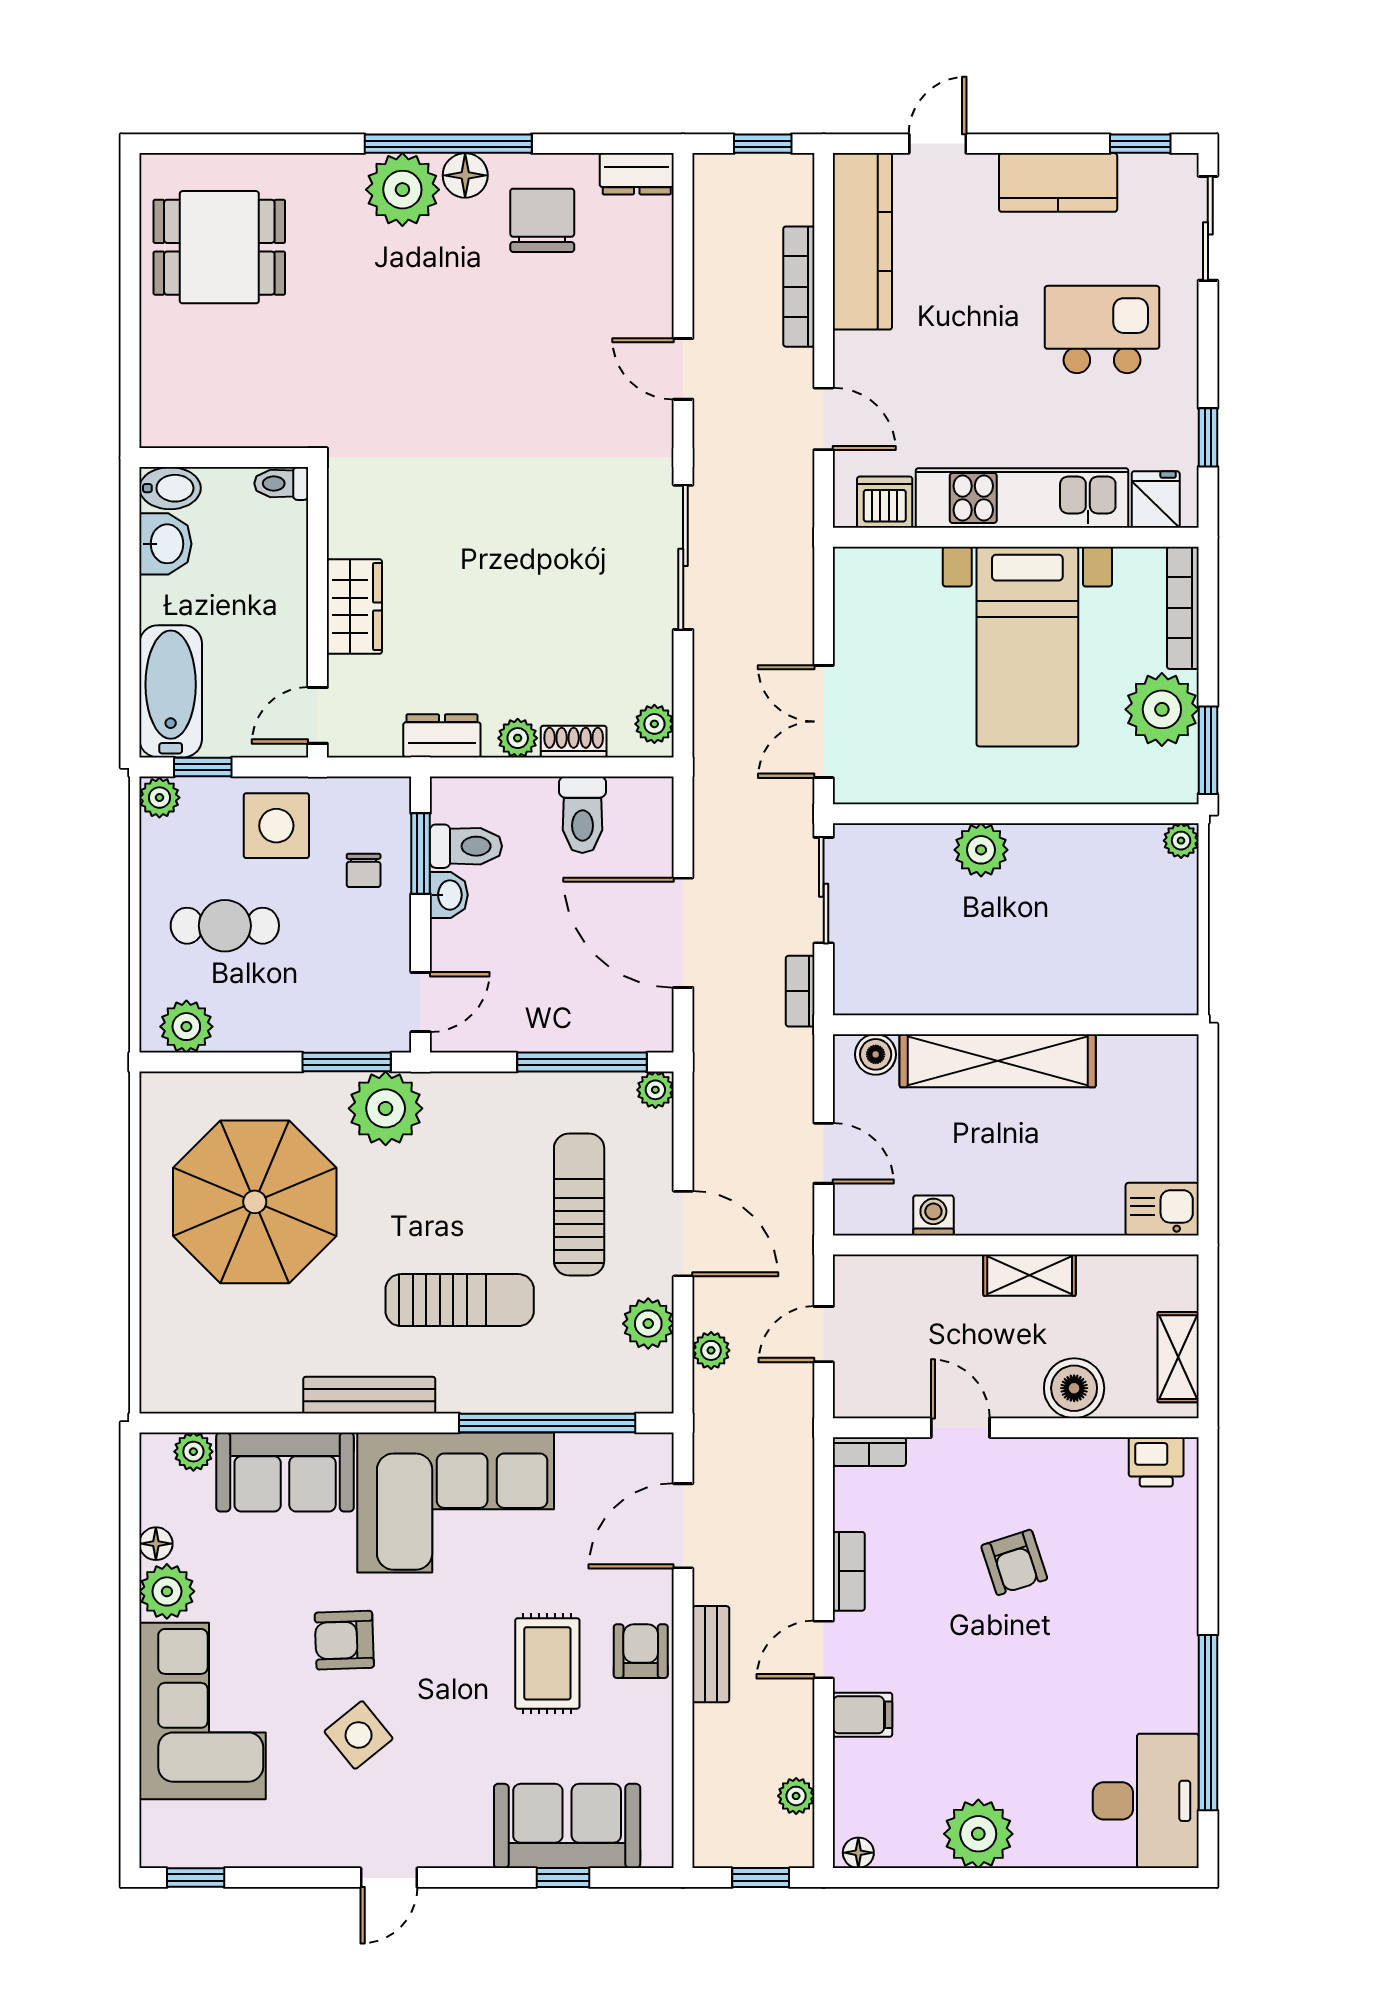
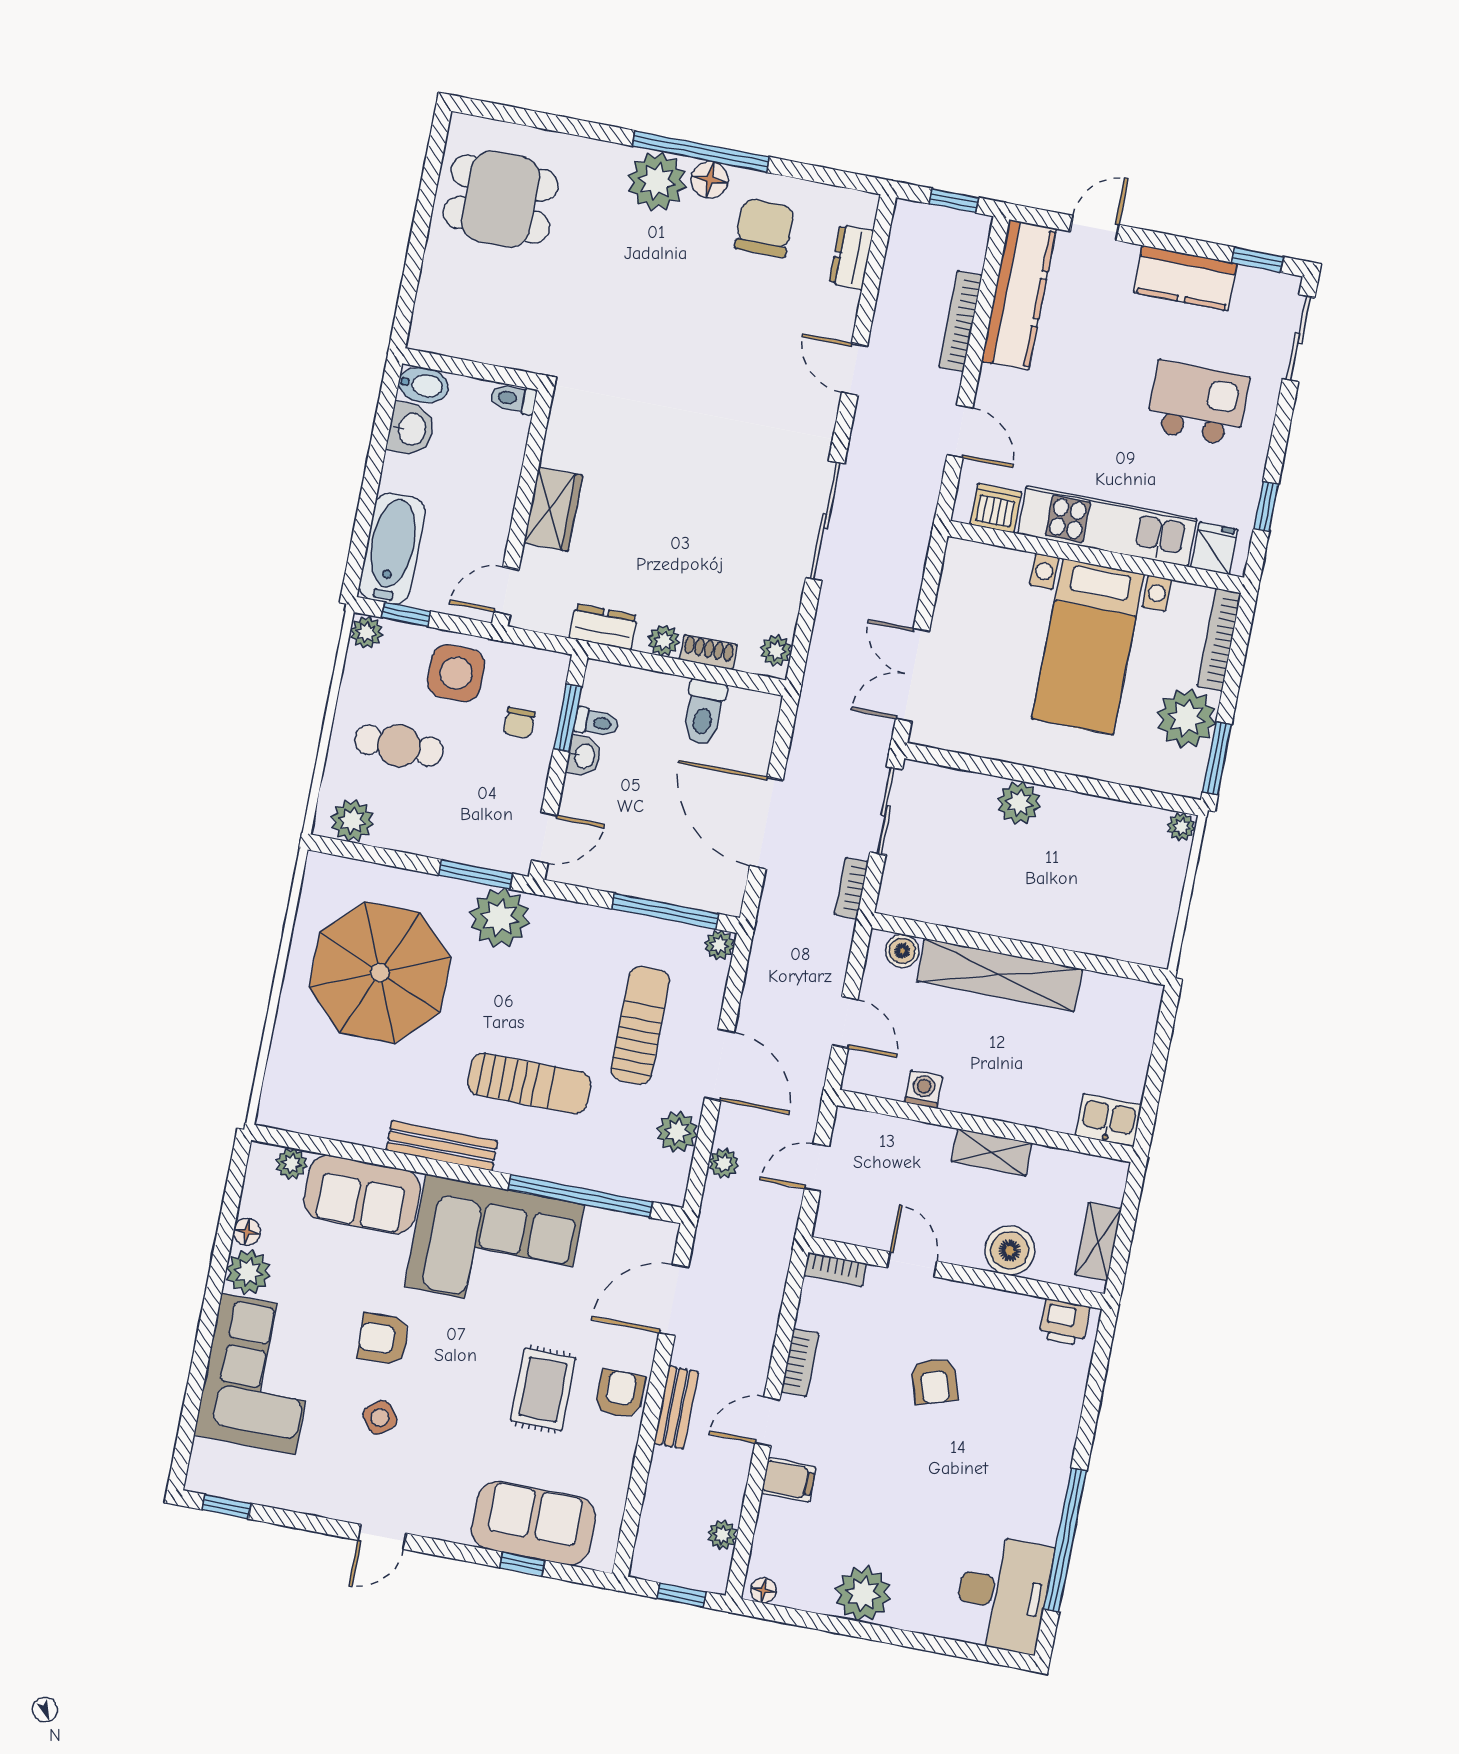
dresser: (637, 174) -> (851, 257), moved, turned 90
toilet: (466, 846) -> (596, 723), width x0.73, depth x0.72
side table: (359, 1735) -> (380, 1417), width x0.73, depth x0.73

